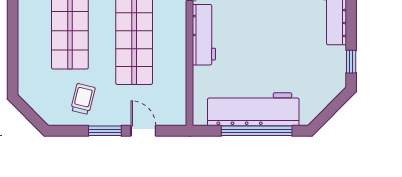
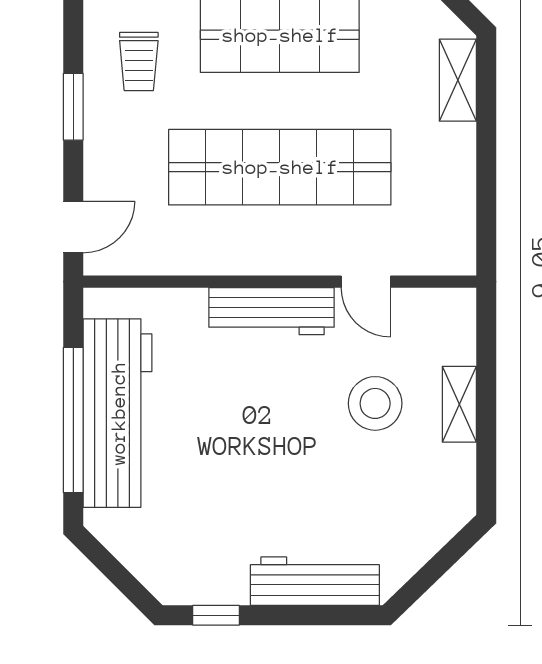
trolley: (83, 99) -> (139, 62), turned 76
door: (143, 131) -> (73, 227), moved

